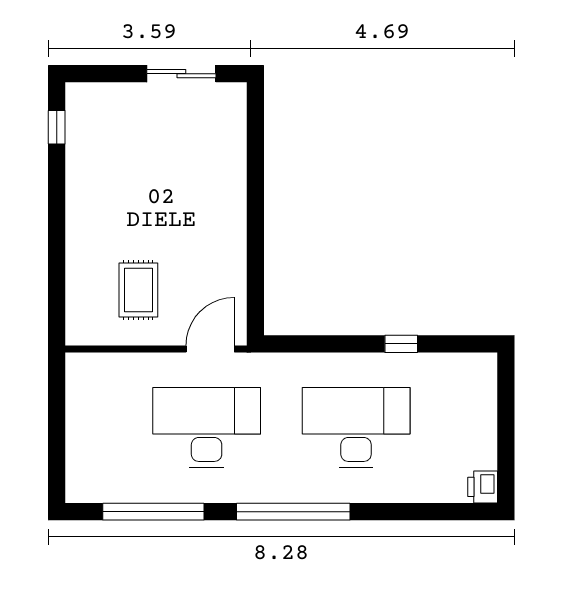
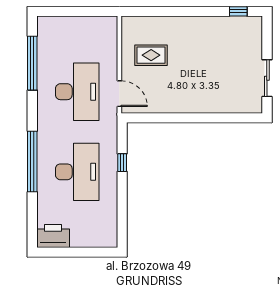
window: (401, 344) -> (122, 163), moved
printer: (483, 487) -> (53, 236), width x1.87, depth x1.48
window: (293, 512) -> (32, 161), moved

